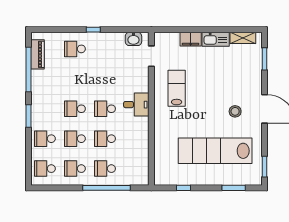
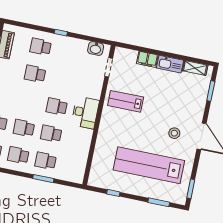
lab bench: (177, 88) -> (126, 101), turned -90
desk: (136, 105) -> (85, 113), width x1.37
school desk: (75, 109) -> (35, 74), moved
window: (106, 188) -> (43, 179), width x0.47

